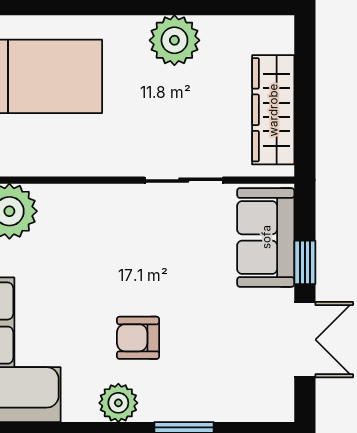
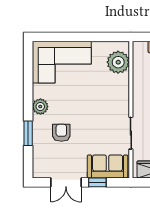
armchair: (138, 338) -> (61, 133), moved

